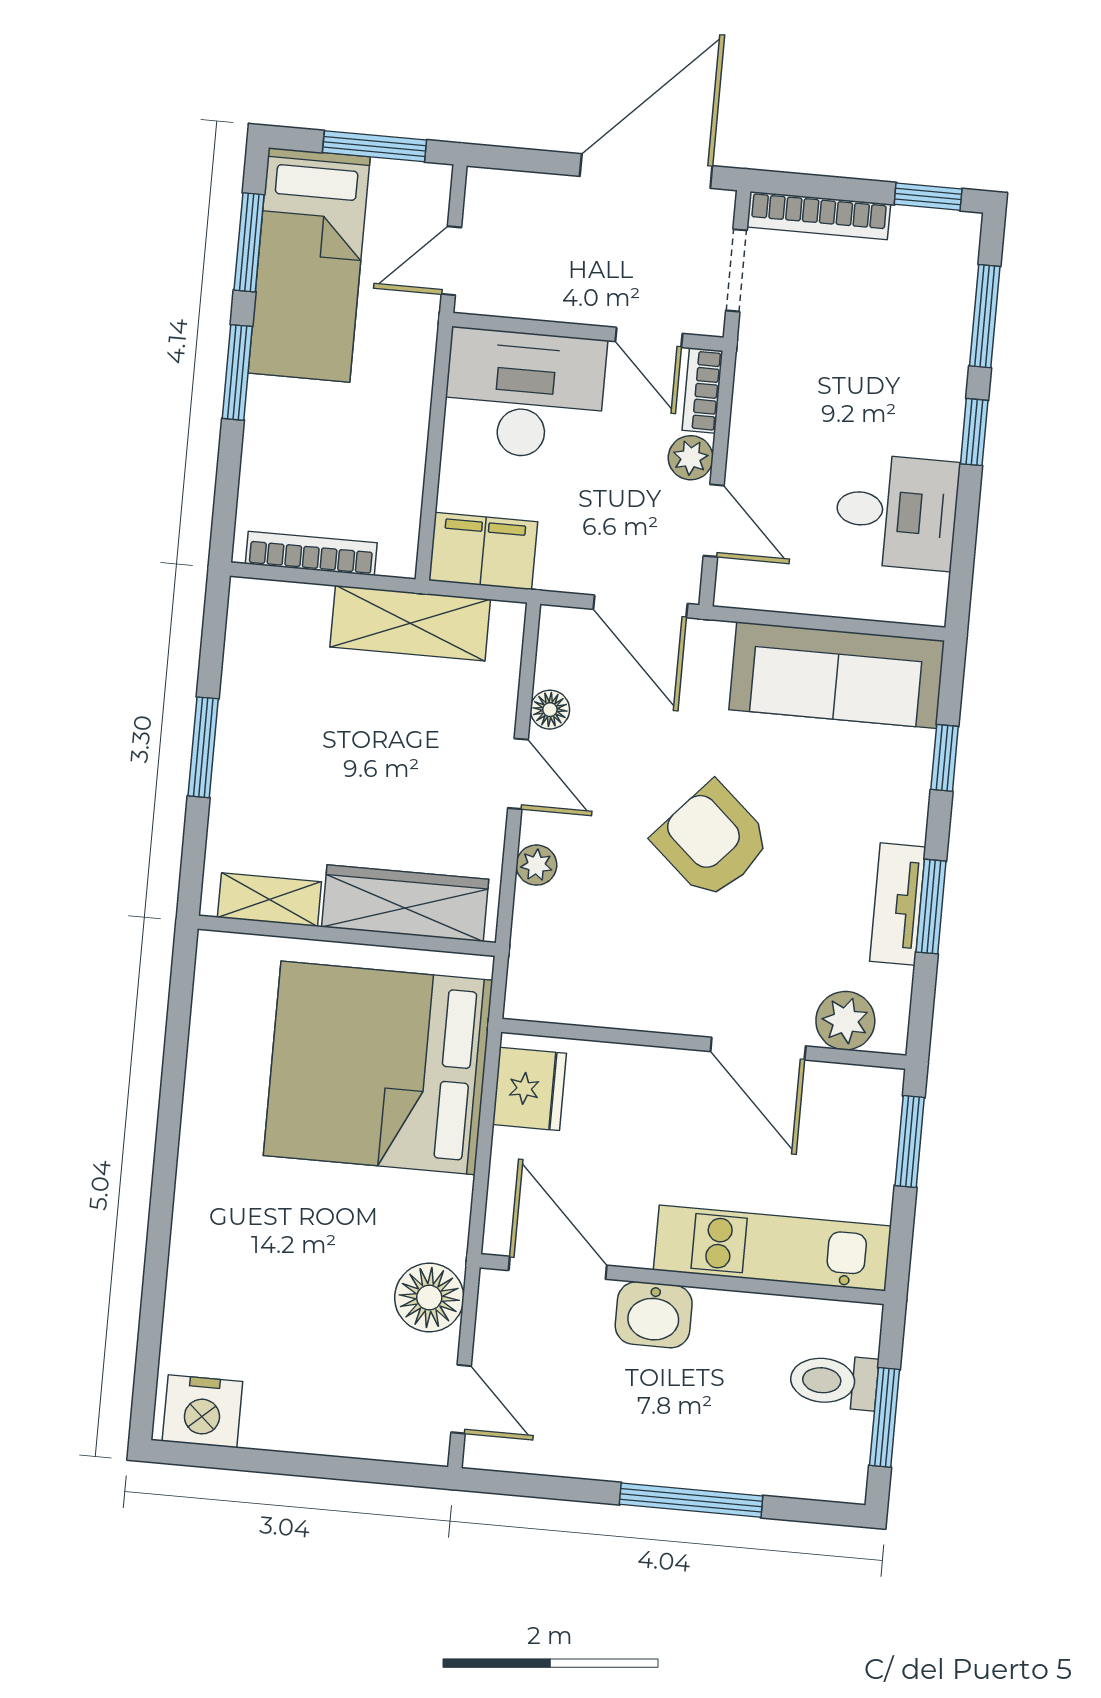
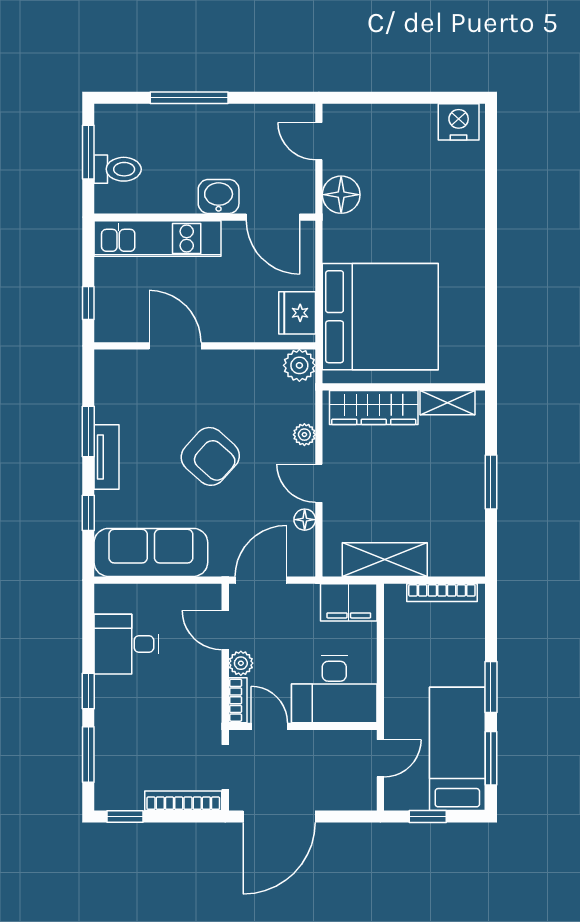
window: (375, 146) -> (428, 817), width x0.67
door: (640, 606) -> (261, 580), hinge flipped
tv unit: (898, 904) -> (107, 457), moved
plant: (845, 1021) -> (299, 365), moved
window: (910, 1141) -> (88, 303), width x0.67

